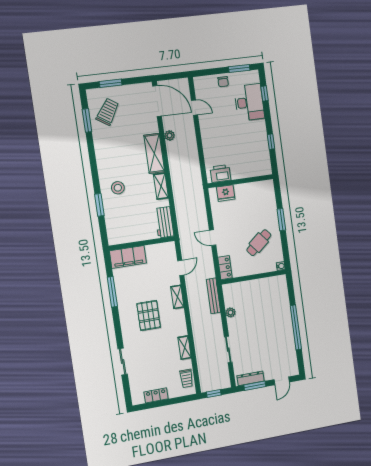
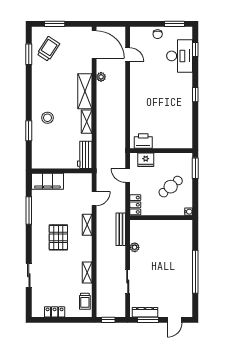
printer: (220, 174) -> (143, 141), moved
wall: (240, 181) -> (161, 151), moved
fridge: (226, 193) -> (146, 160), moved

